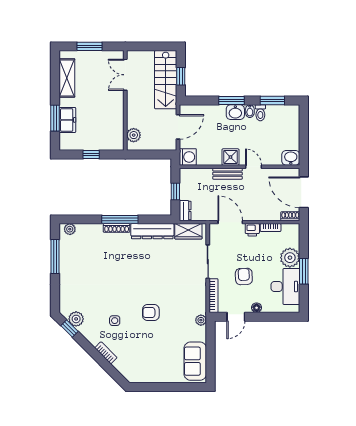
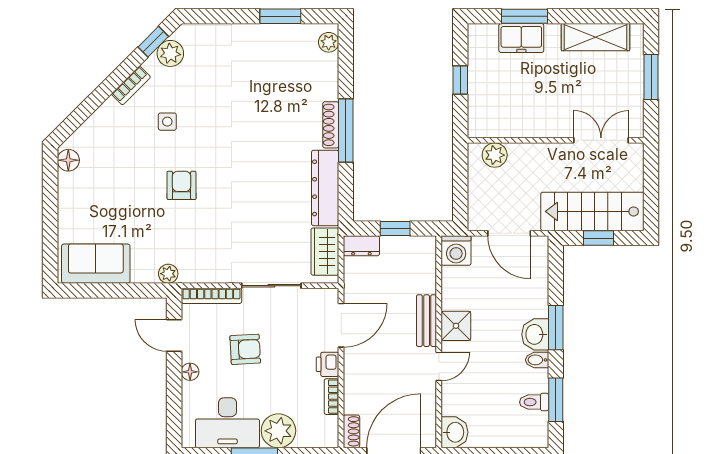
toilet: (260, 113) -> (534, 402), moved
window: (55, 257) -> (280, 16), width x0.69
bookcase: (106, 353) -> (131, 86), moved
floor lamp: (137, 377) -> (68, 160), added

